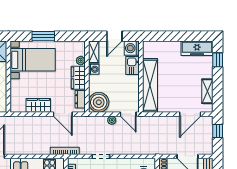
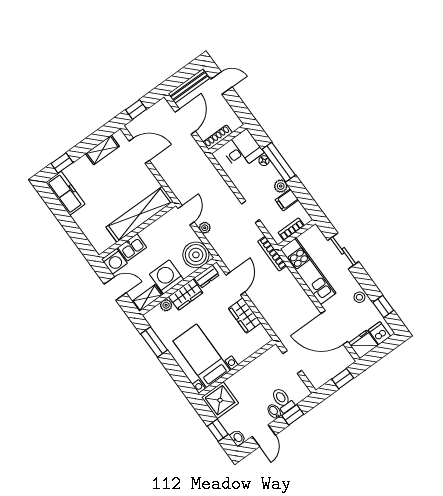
window: (43, 36) -> (154, 342), moved
washing machine: (94, 69) -> (166, 277), width x1.89, depth x1.89

